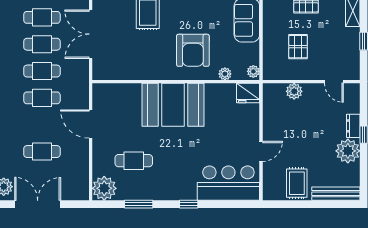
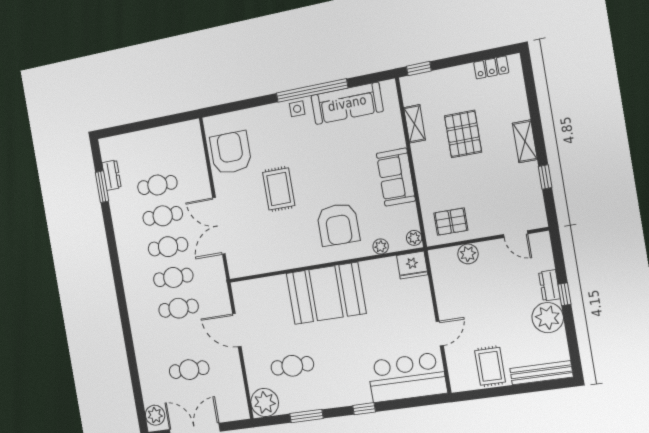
pallet: (298, 47) -> (451, 222), moved, turned 90

